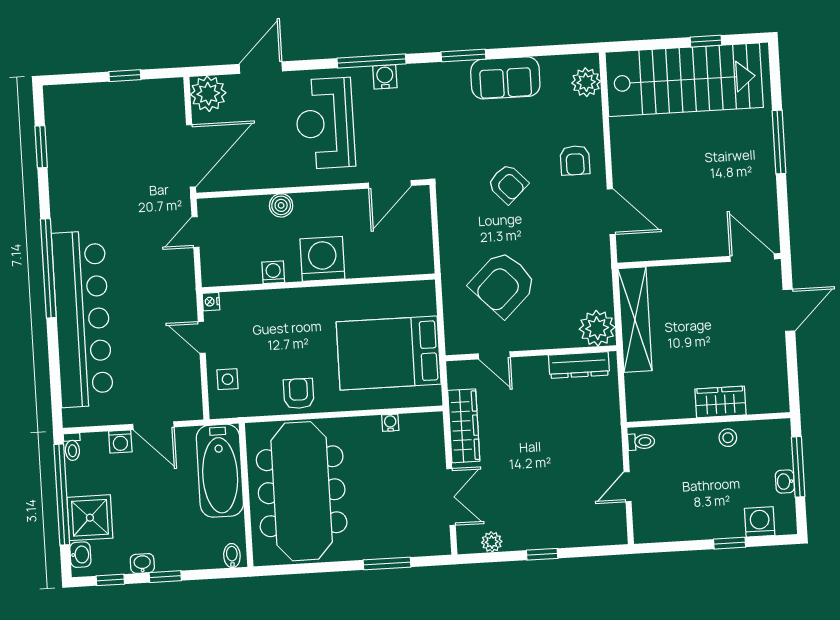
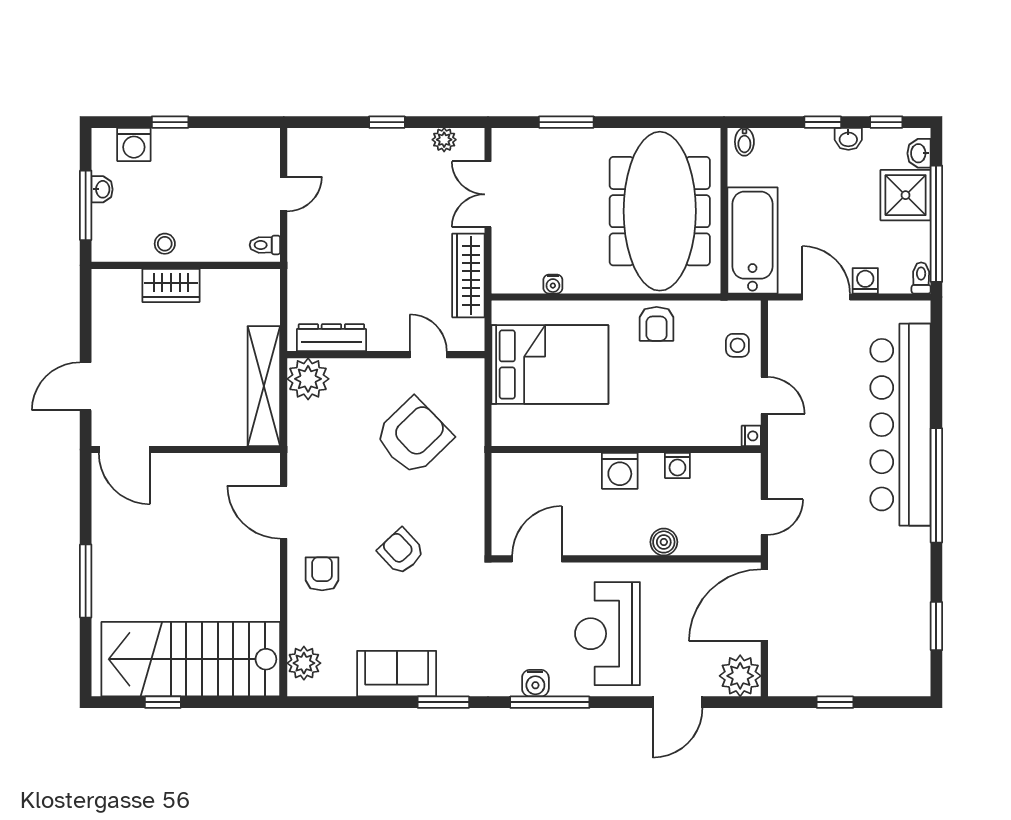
reception desk: (325, 123) -> (607, 634), turned 180
washing machine: (322, 259) -> (620, 471), width x0.73, depth x0.73

